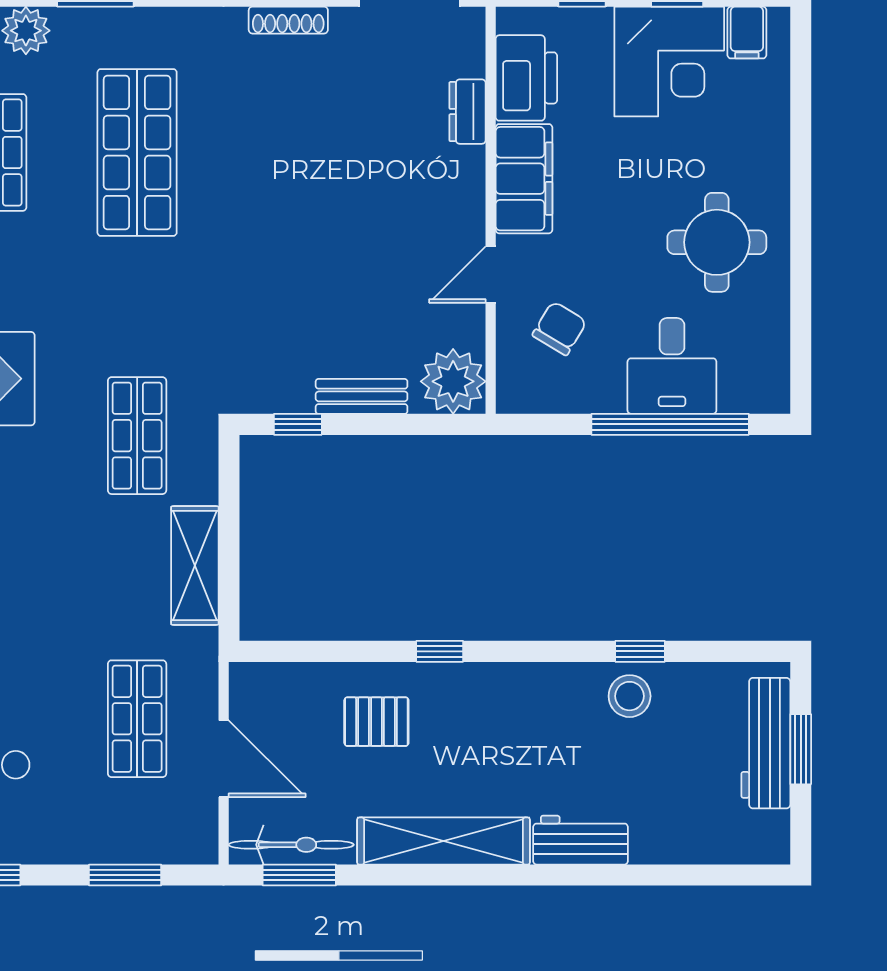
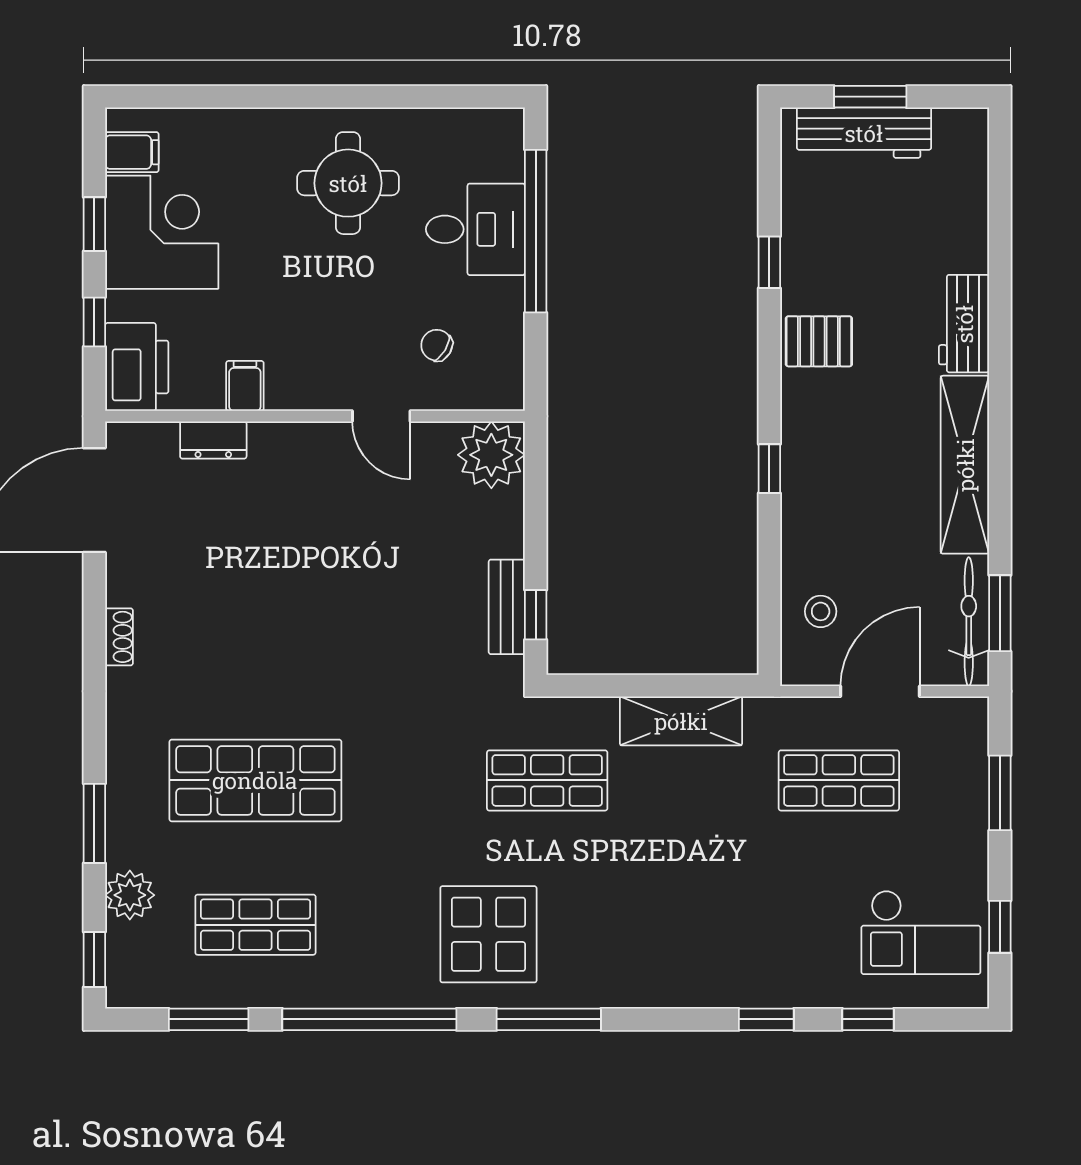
shoe rack: (288, 20) -> (119, 637), width x0.70
printer: (526, 78) -> (137, 367), moved, turned 90
filing cabinet: (524, 179) -> (245, 386), width x0.33, depth x0.86
chair: (560, 328) -> (437, 345), width x0.73, depth x0.73
bench: (362, 396) -> (507, 607), moved
stool: (630, 696) -> (821, 611), moved, width x0.73, depth x0.73
pallet: (376, 722) -> (819, 341), moved, turned 90

